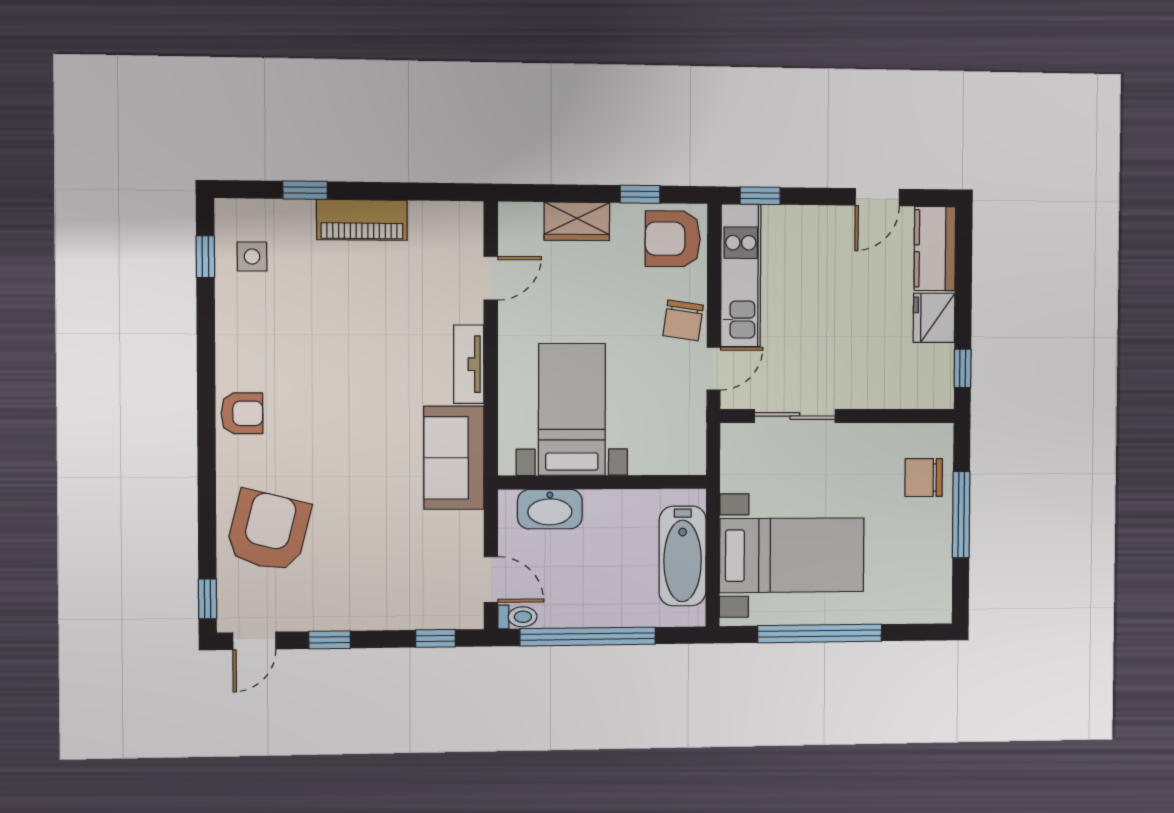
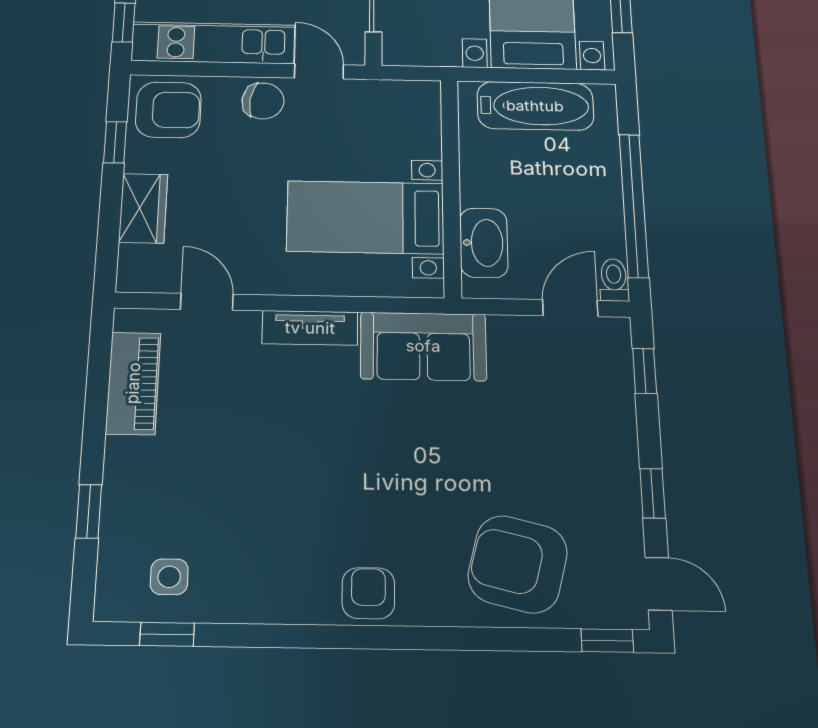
piano: (362, 220) -> (133, 383), moved
armchair: (673, 239) -> (168, 110), turned -90

